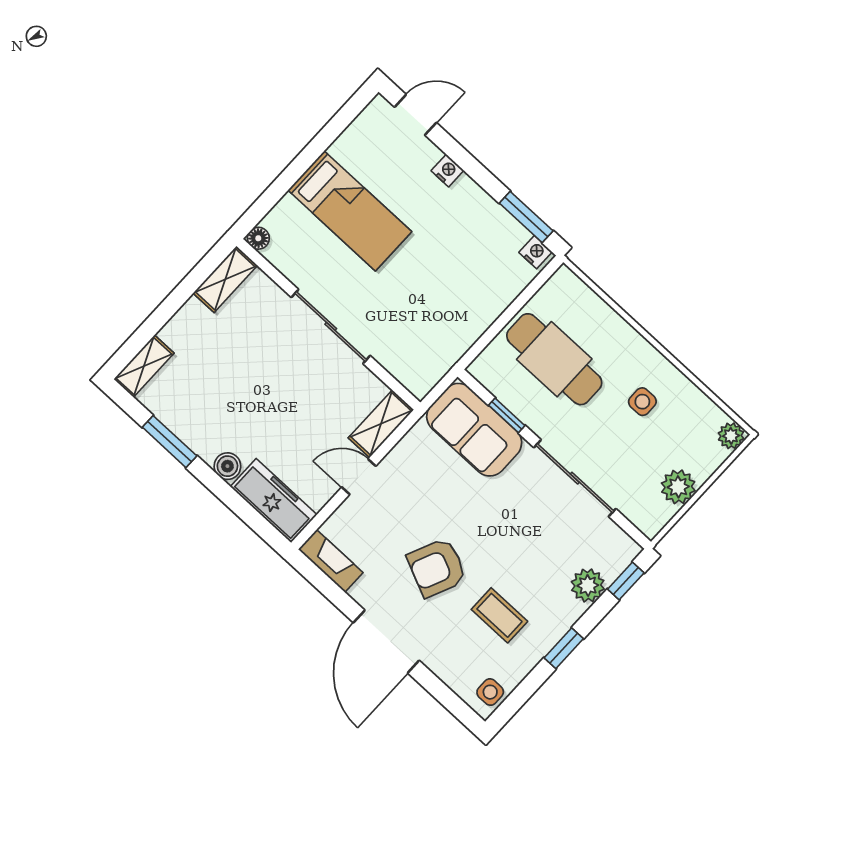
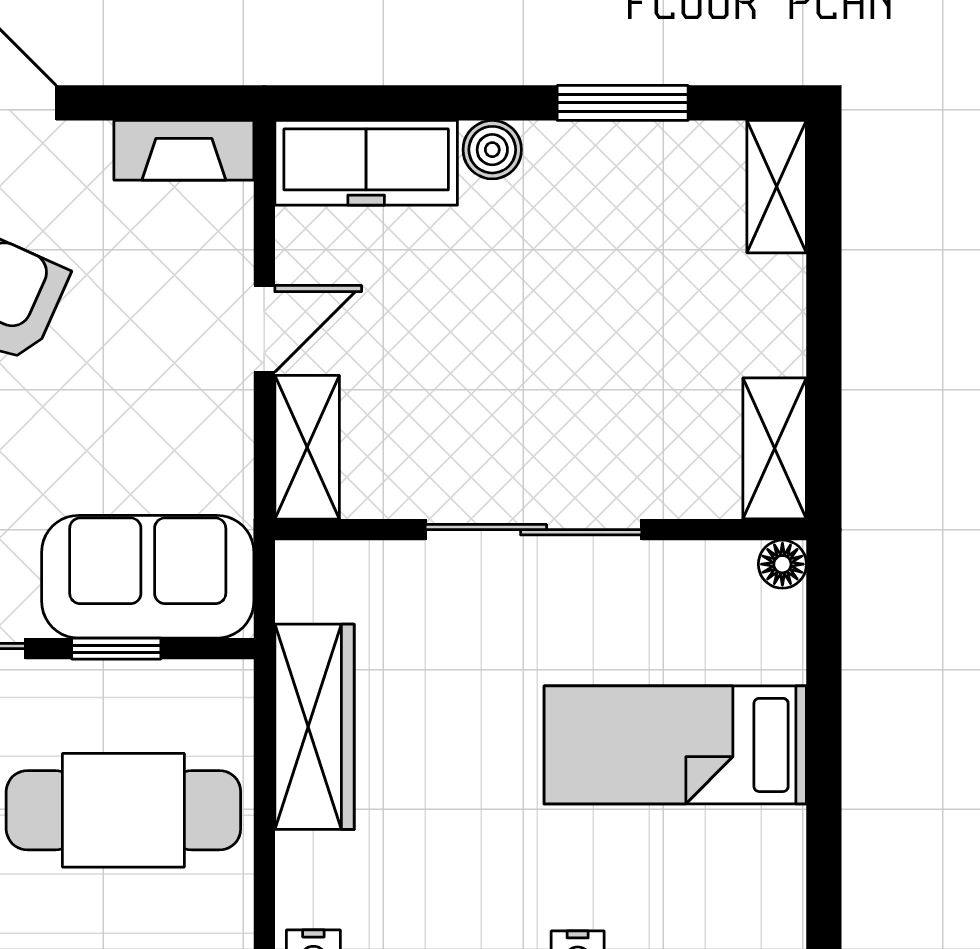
wardrobe: (465, 328) -> (314, 727), added

